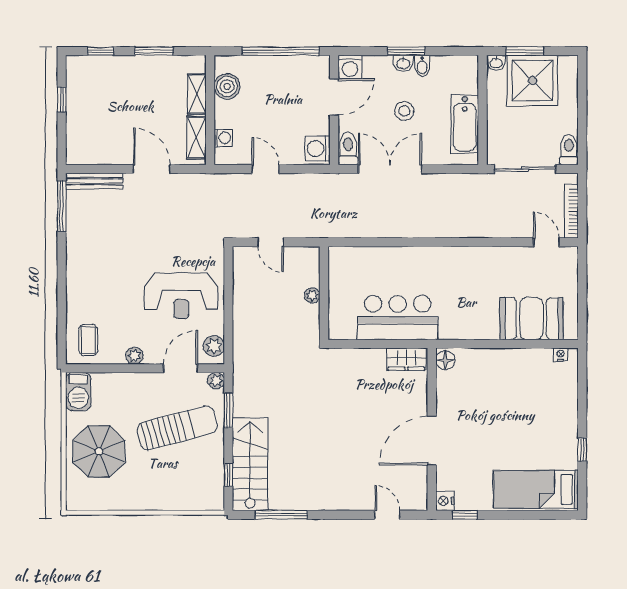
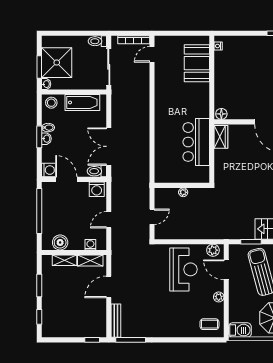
window: (62, 100) -> (92, 340), moved
stool: (404, 111) -> (51, 103), moved
plant: (216, 381) -> (233, 249), removed

